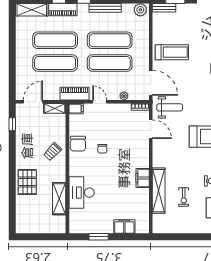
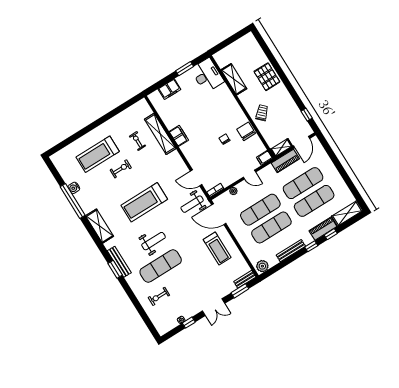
treadmill: (172, 52) -> (217, 248), turned -90
piano: (74, 94) -> (285, 161), moved
desk: (82, 193) -> (207, 75), moved

